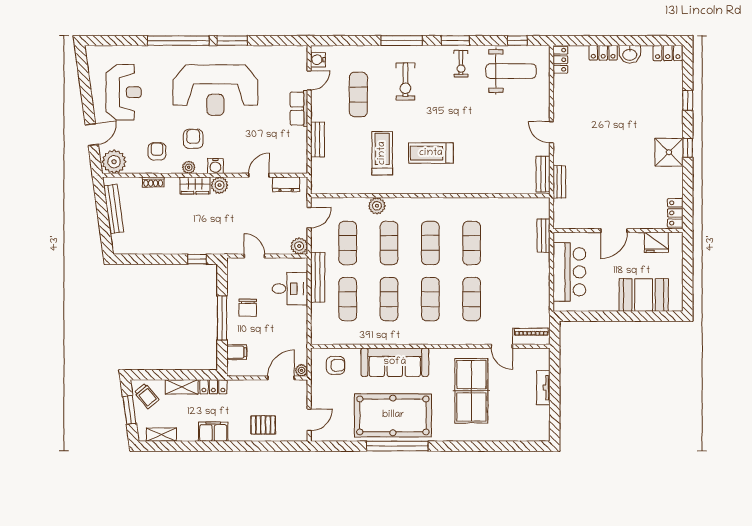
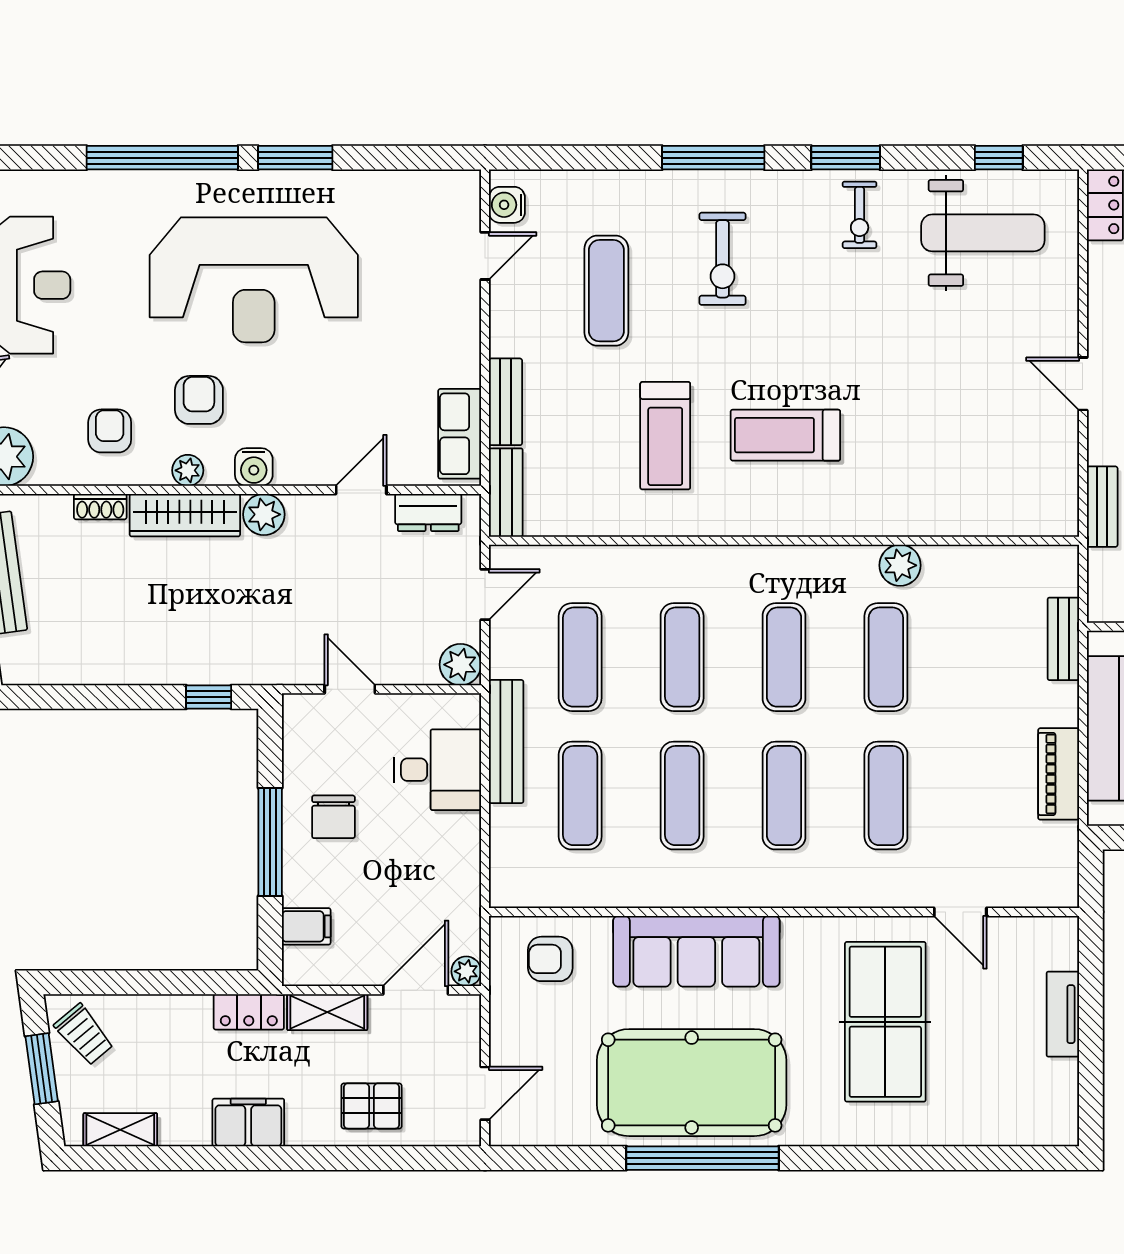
row of seats: (299, 109) -> (460, 434), moved
treadmill: (382, 153) -> (665, 436), turned 180
bench: (543, 174) -> (506, 493), moved
wardrobe: (195, 185) -> (185, 515), width x1.50
plant: (377, 206) -> (900, 565), moved
piano: (531, 336) -> (1059, 774), moved, turned -90
armchair: (336, 365) -> (550, 959), turned 180
shelving: (182, 387) -> (327, 1012), moved

